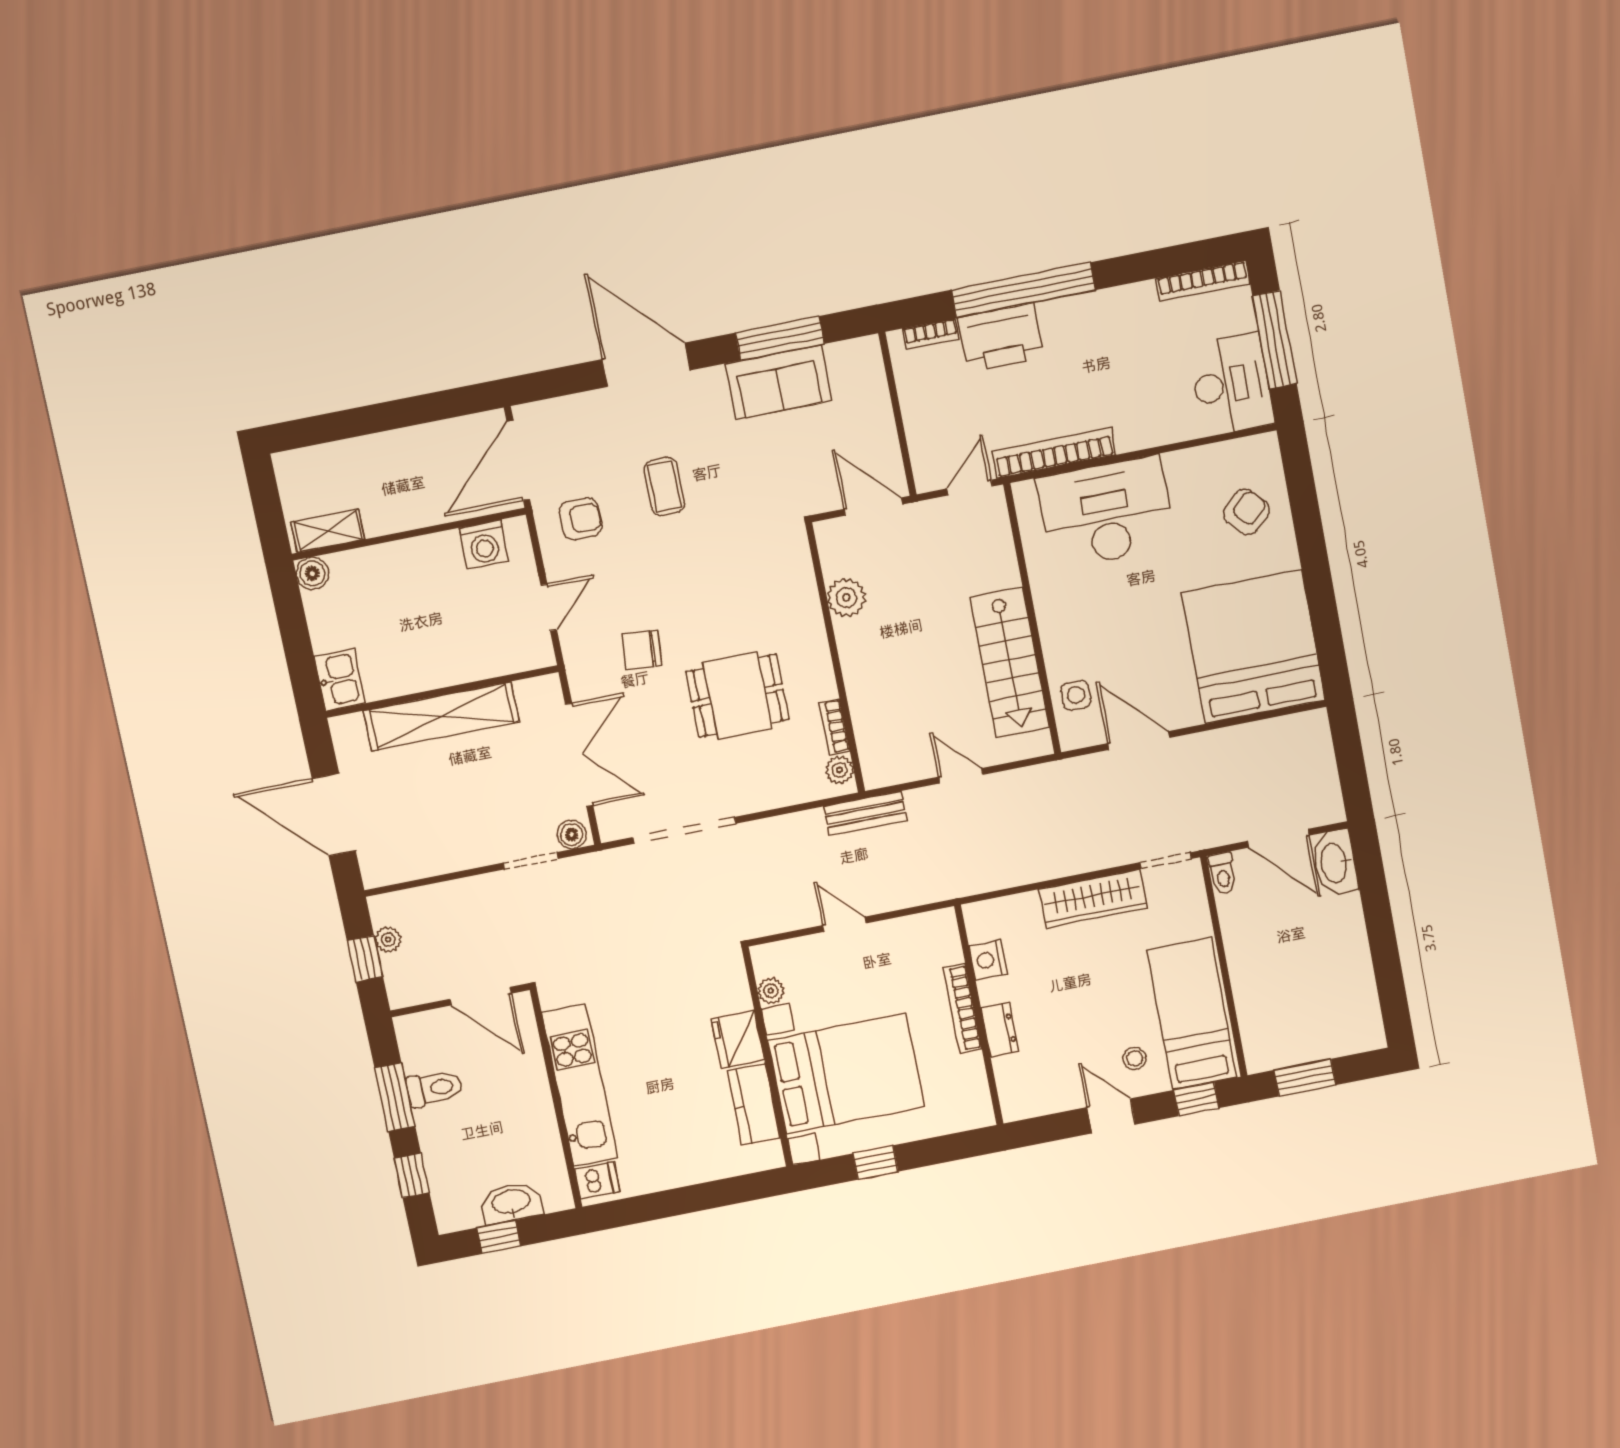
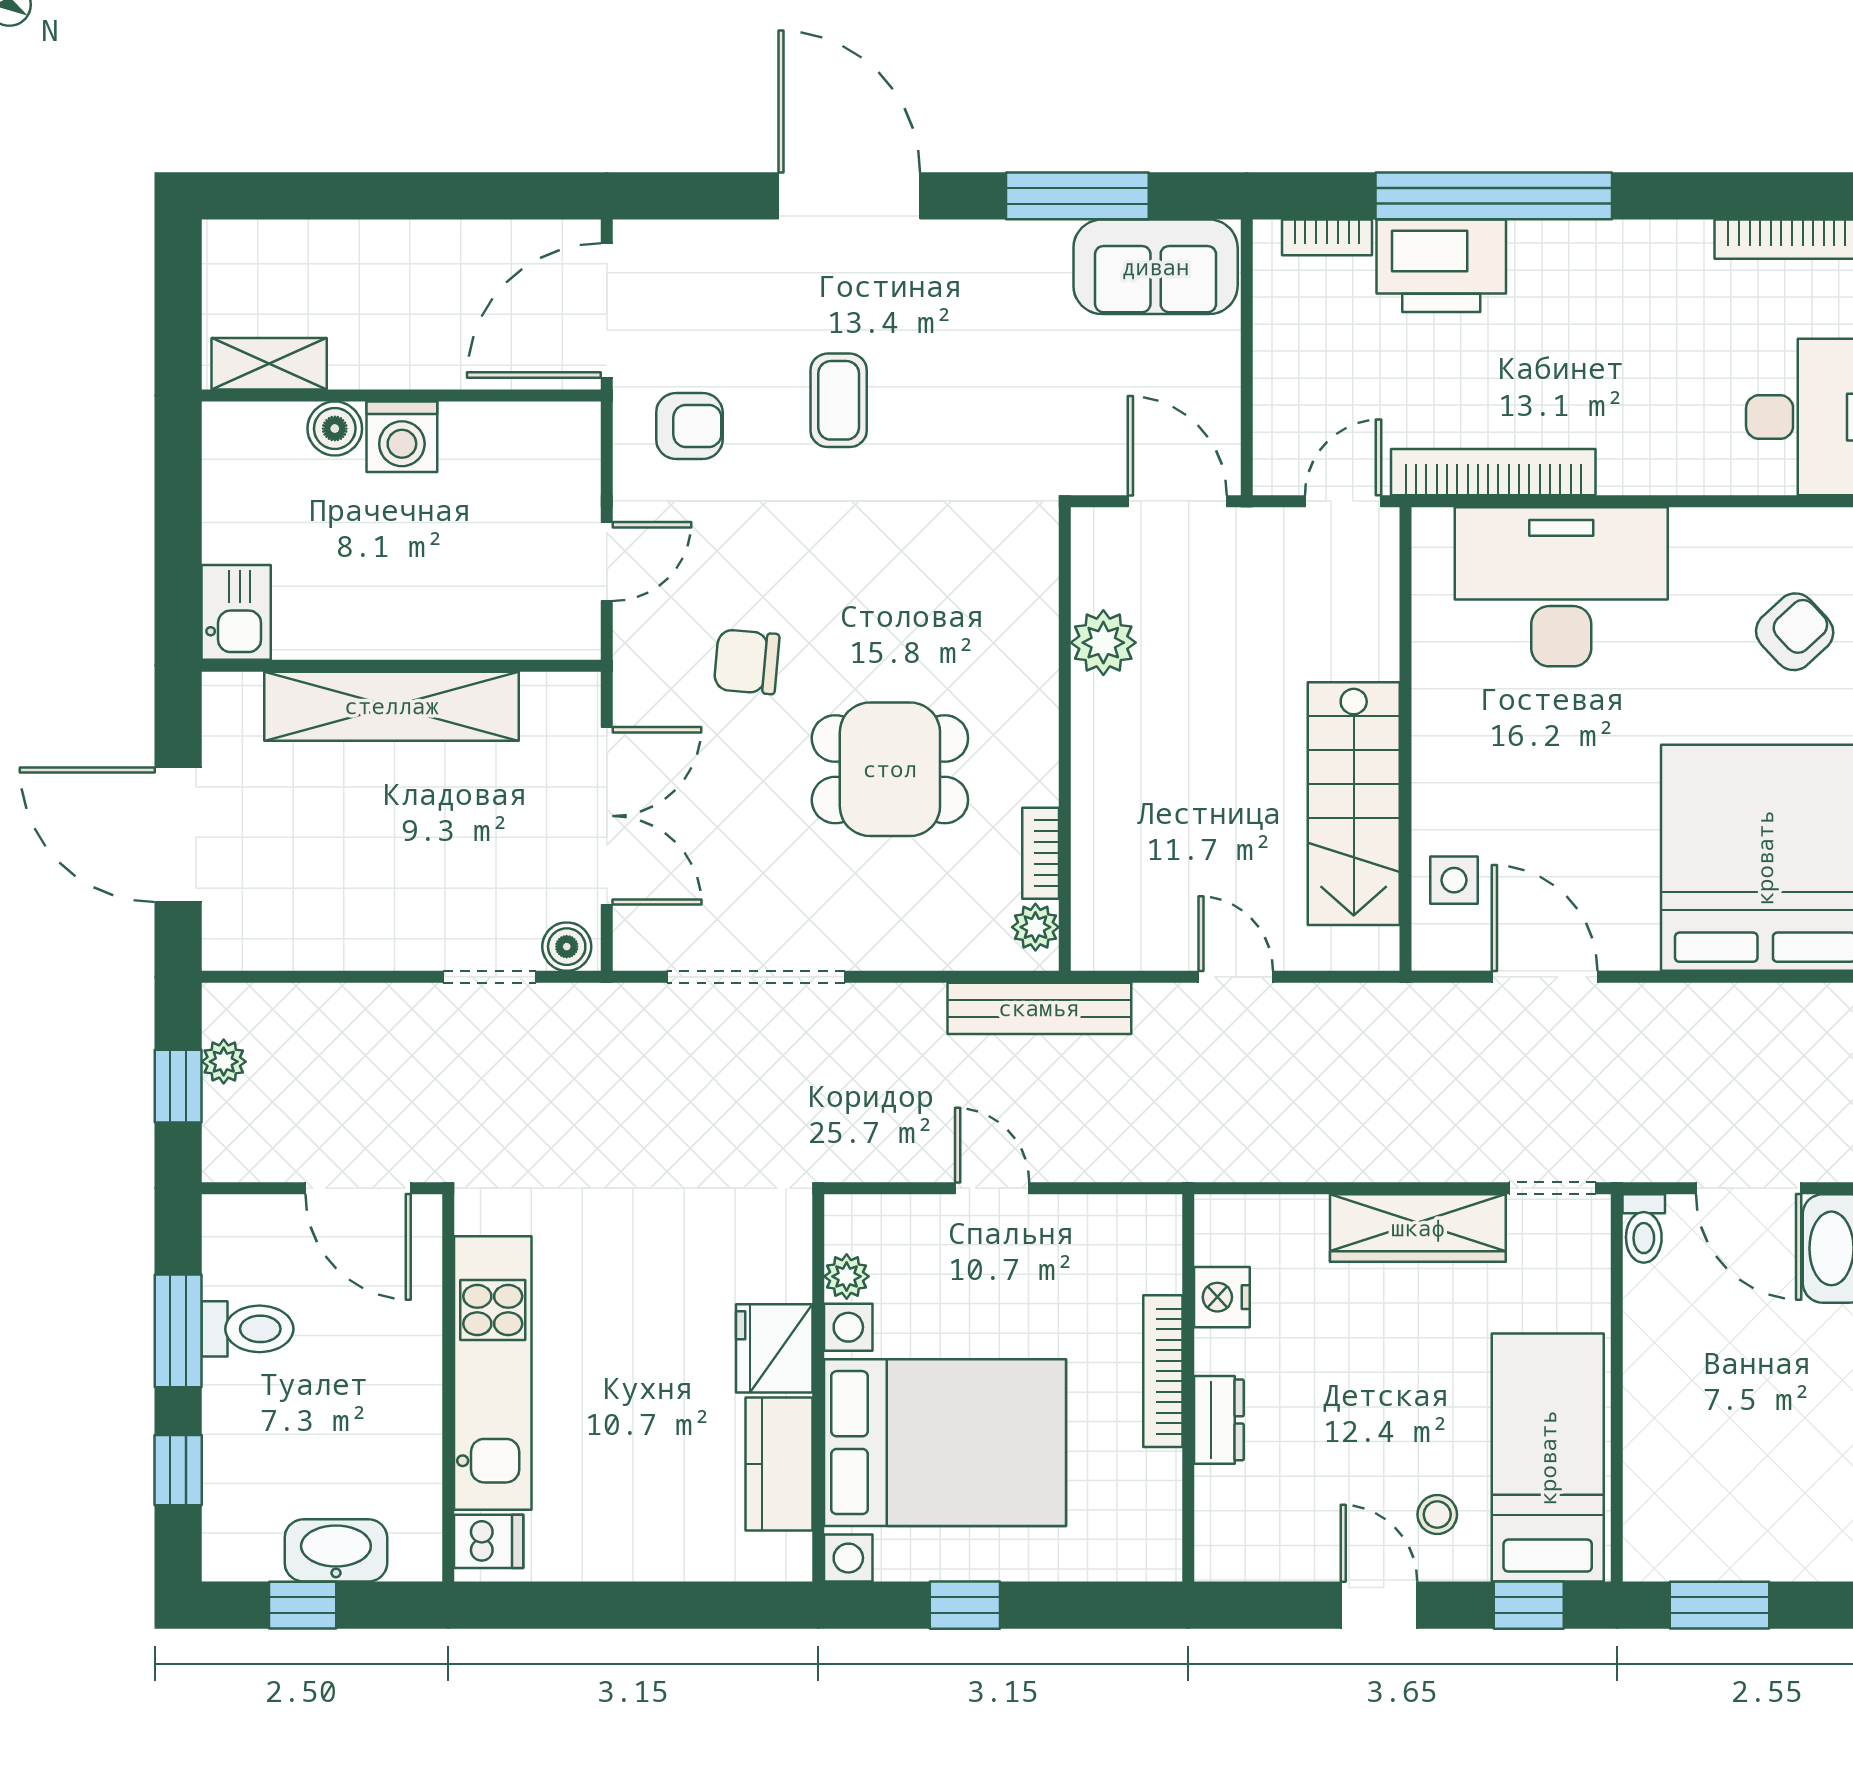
sofa: (778, 382) -> (1156, 267), moved
washing machine: (484, 544) -> (402, 437), moved
boiler: (312, 573) -> (335, 429), moved
bench: (865, 813) -> (1039, 1008), width x1.36

